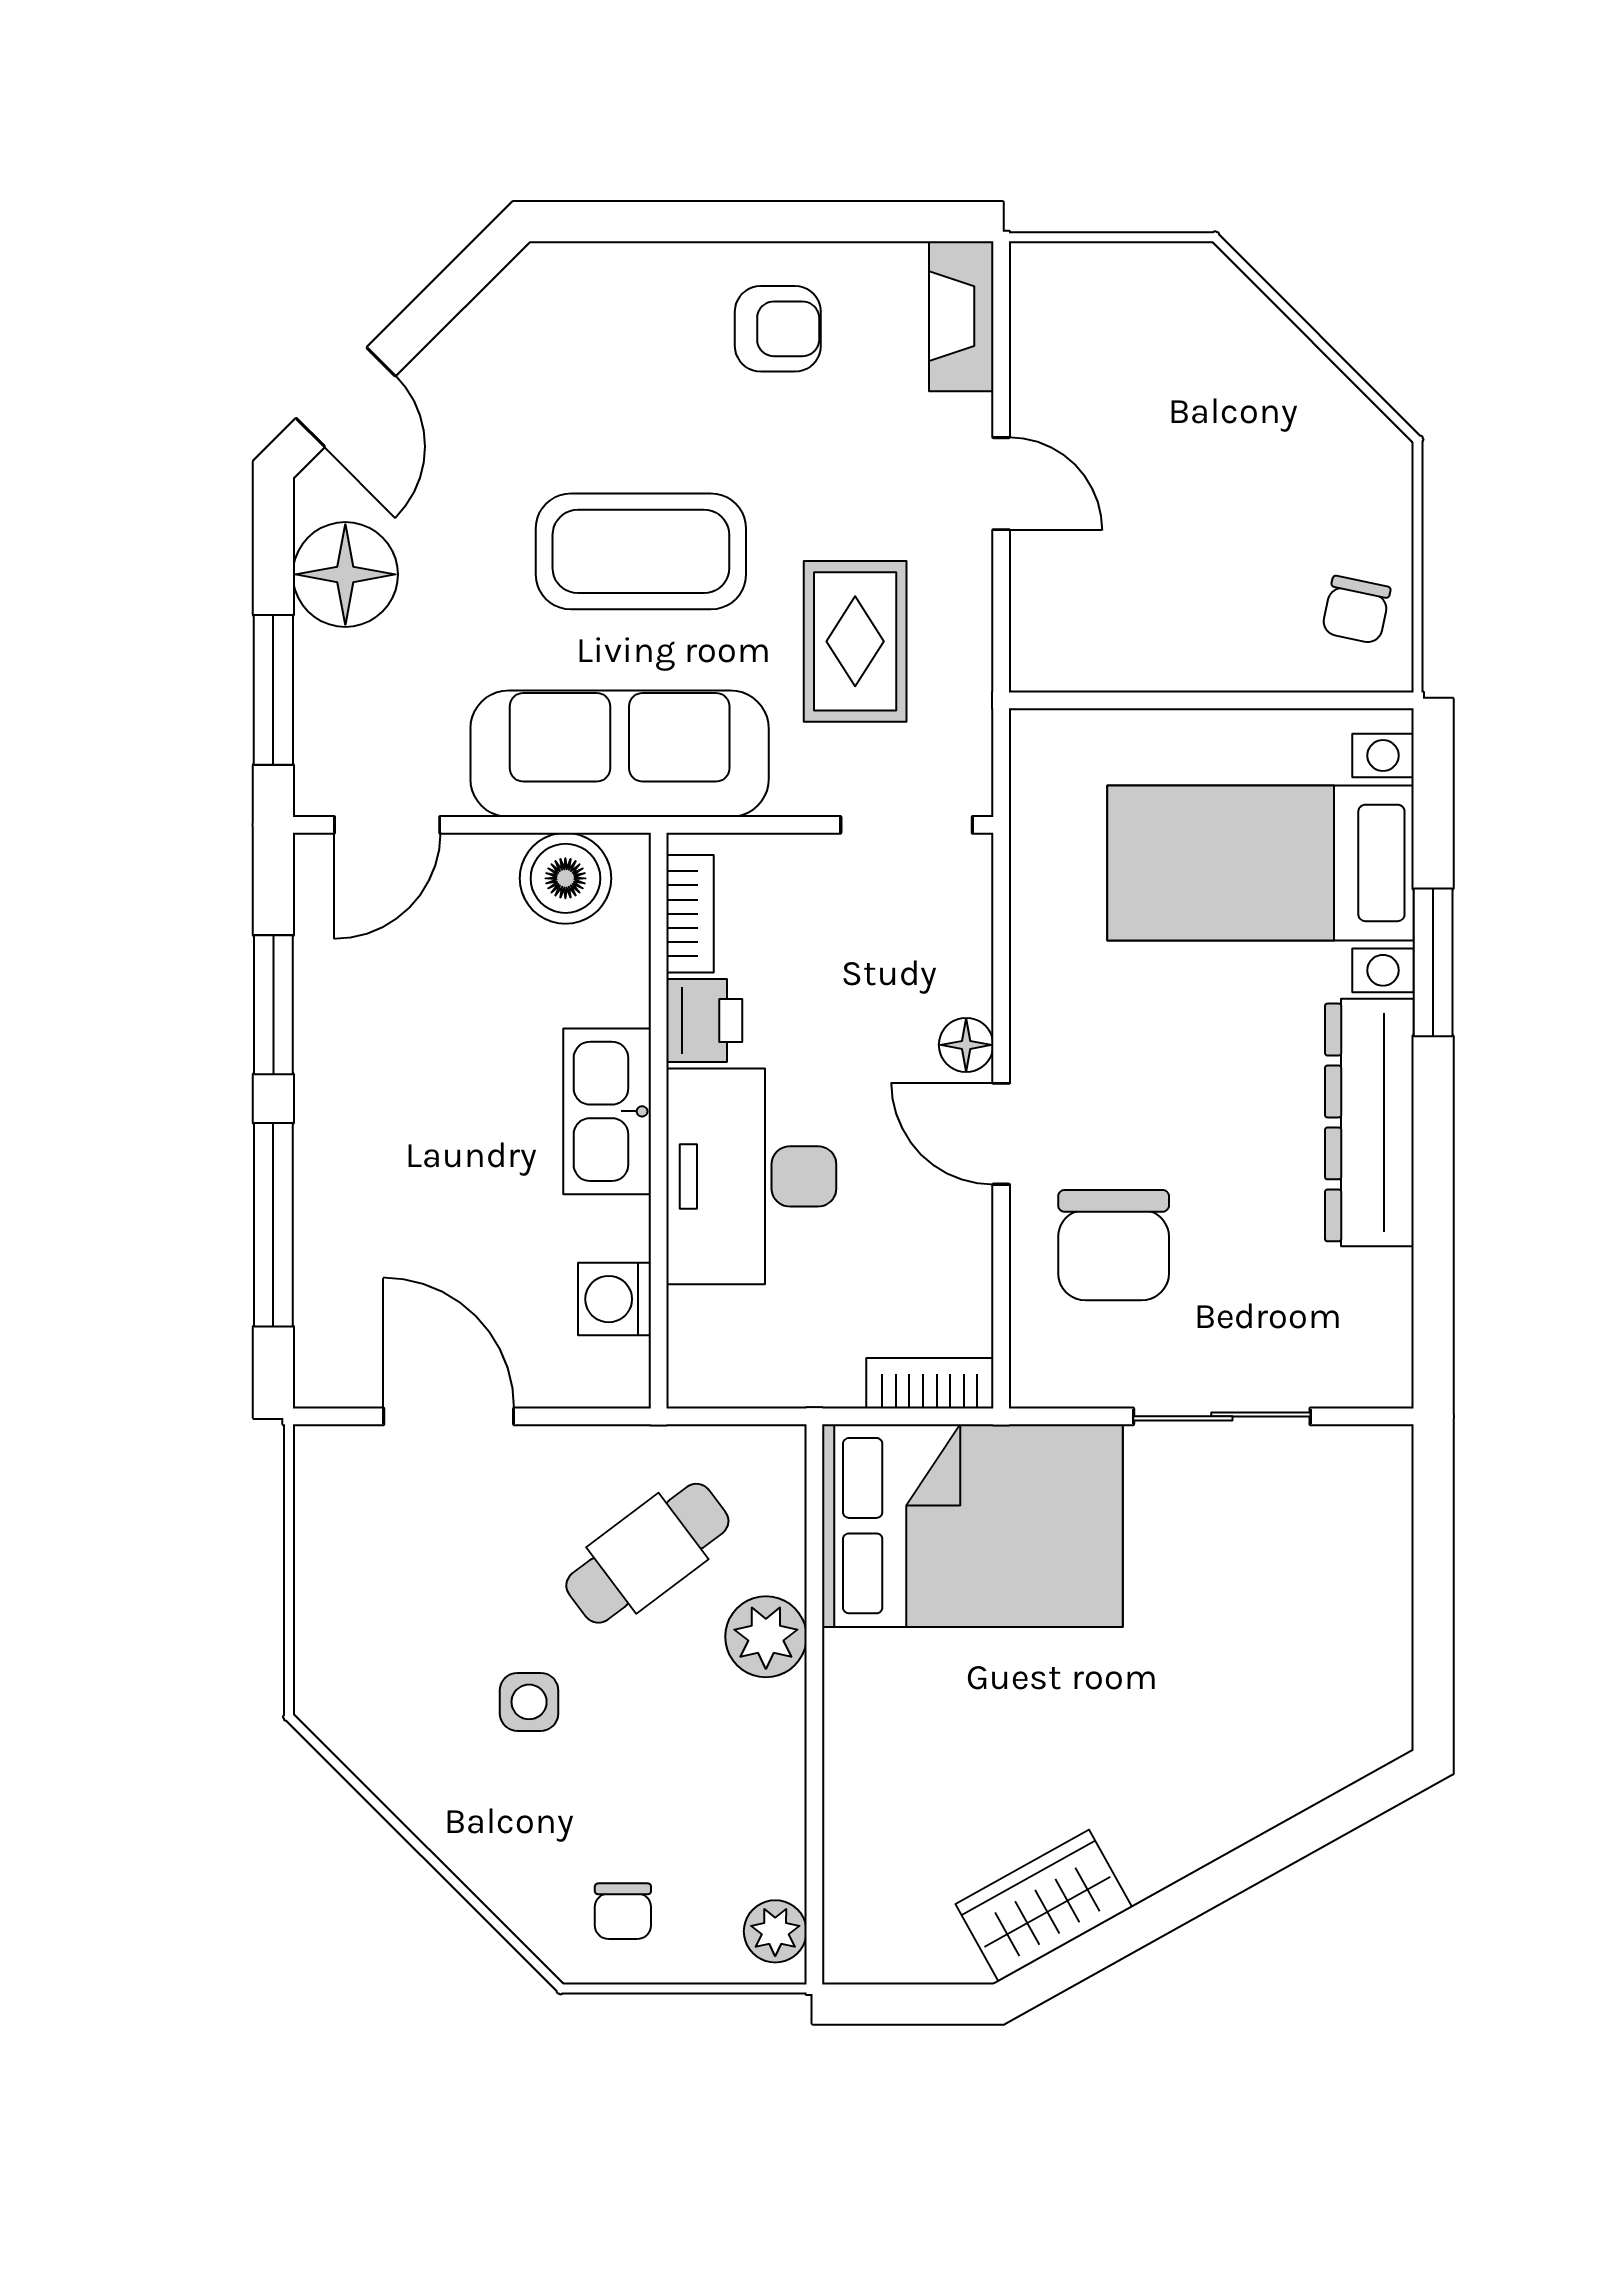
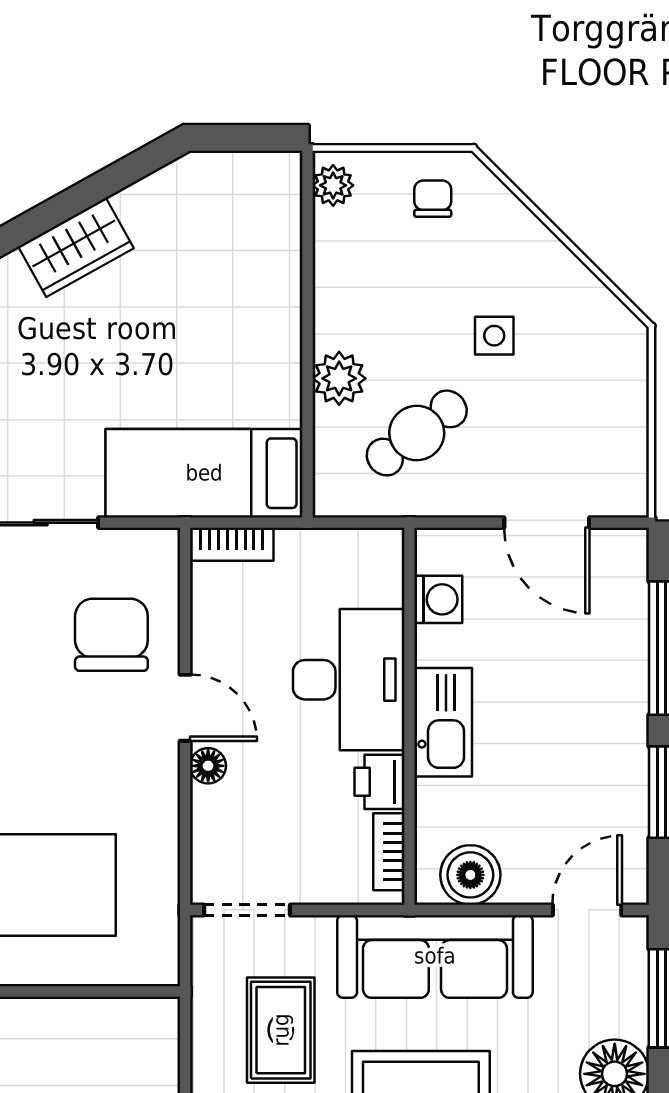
bed: (972, 1526) -> (204, 473), width x0.67
wardrobe: (1044, 1906) -> (76, 247), moved

